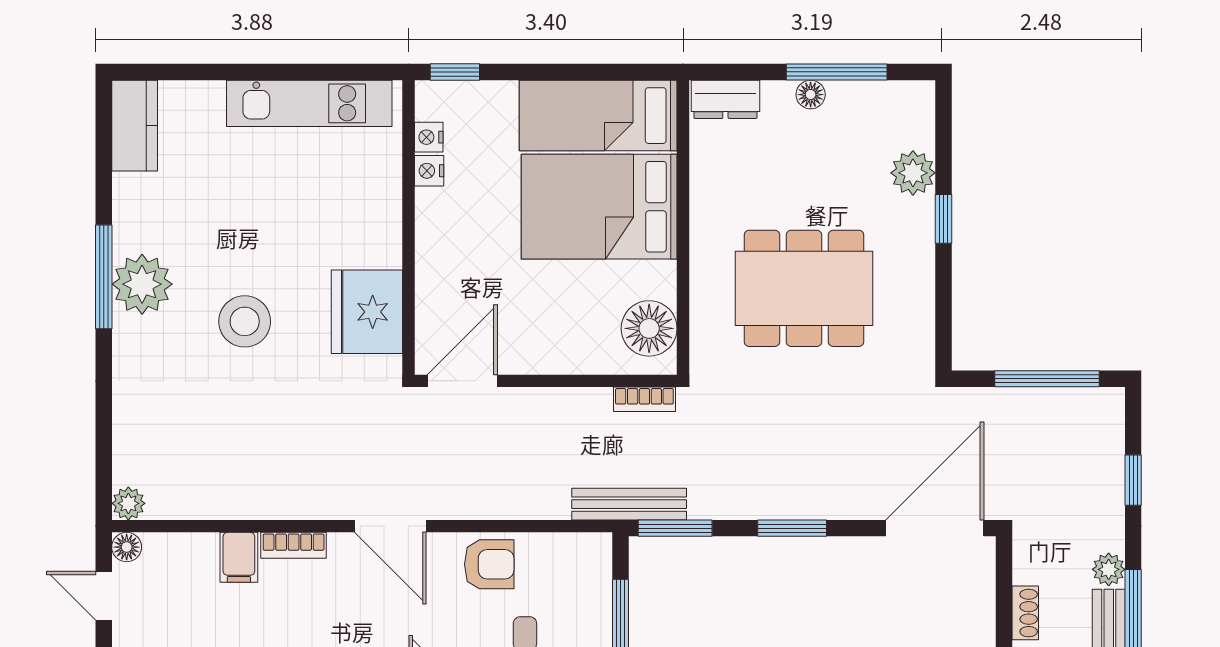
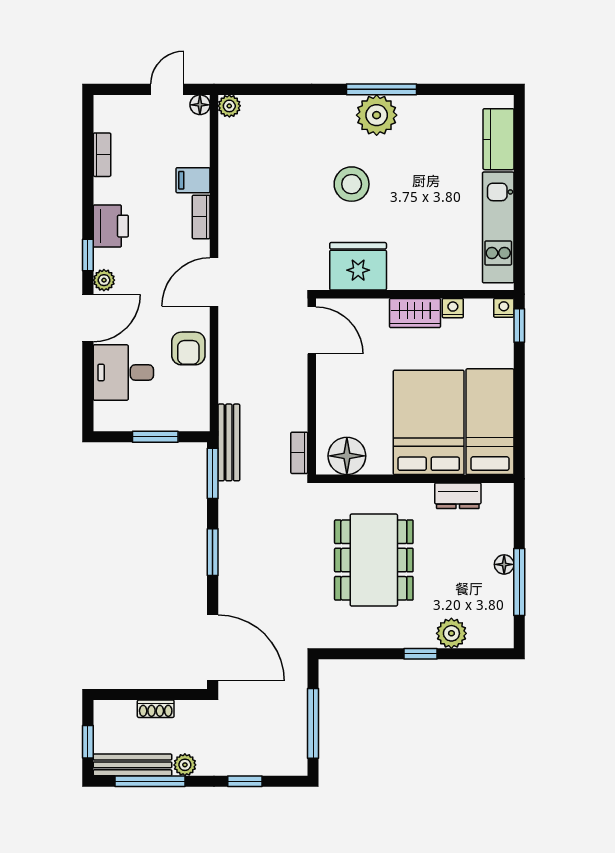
dresser: (725, 99) -> (458, 496), moved, turned -90
kitchen counter: (135, 126) -> (499, 139), moved, turned 90
nightstand: (429, 137) -> (504, 308), moved
wardrobe: (436, 227) -> (415, 313), added

